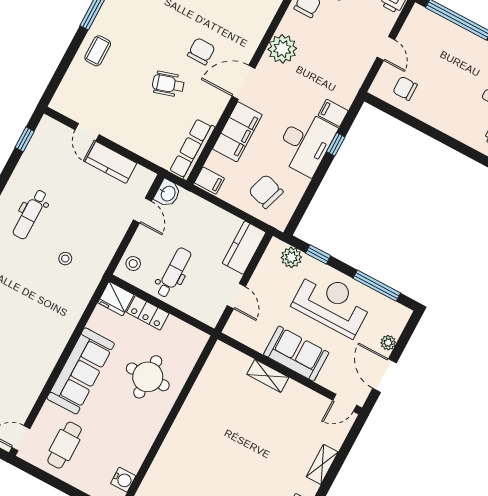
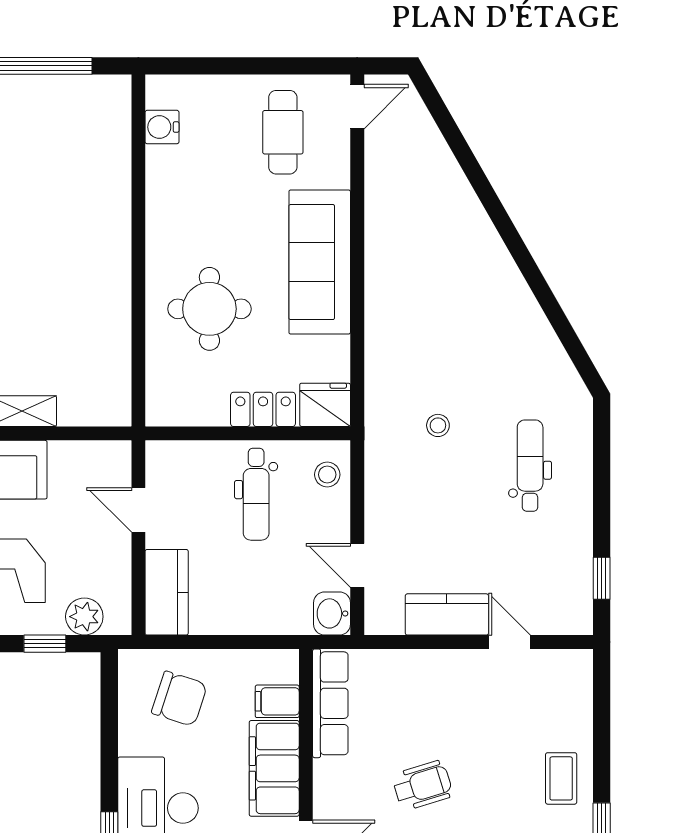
filing cabinet: (209, 181) -> (277, 701), moved

